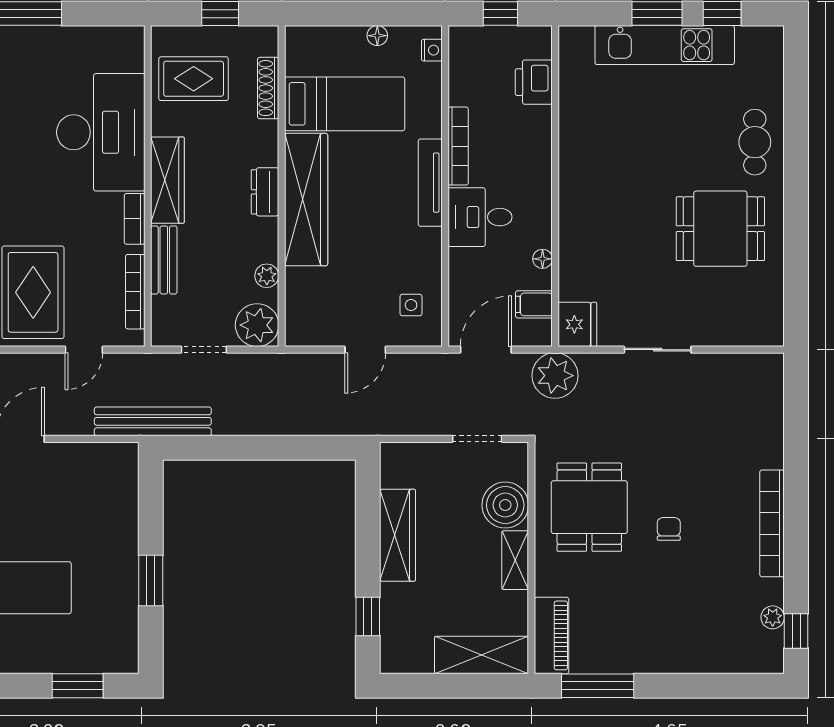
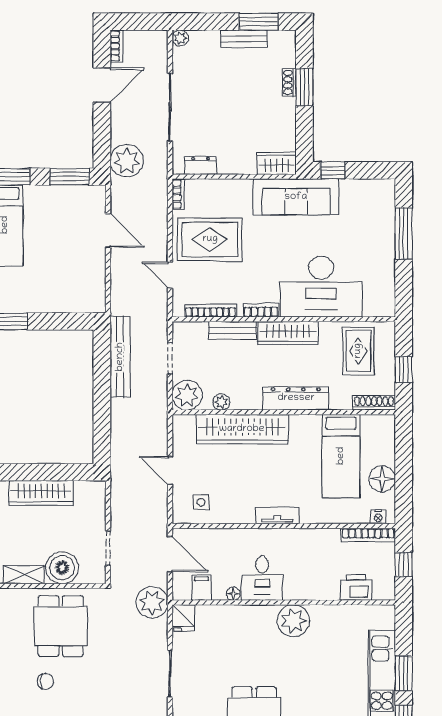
floor lamp: (377, 36) -> (382, 479), width x1.89, depth x1.89
shoe rack: (268, 88) -> (374, 403), moved
bookcase: (458, 146) -> (368, 535), moved
plant: (581, 172) -> (293, 621), added
tv unit: (430, 183) -> (277, 516), width x0.71
dresser: (265, 192) -> (296, 398), width x1.96, depth x1.24
wardrobe: (306, 200) -> (242, 429), moved
desk: (480, 217) -> (262, 578), moved, turned 180
fridge: (577, 324) -> (183, 618), width x0.72
bench: (153, 421) -> (120, 357), moved
dining table: (589, 507) -> (61, 626), turned 90

